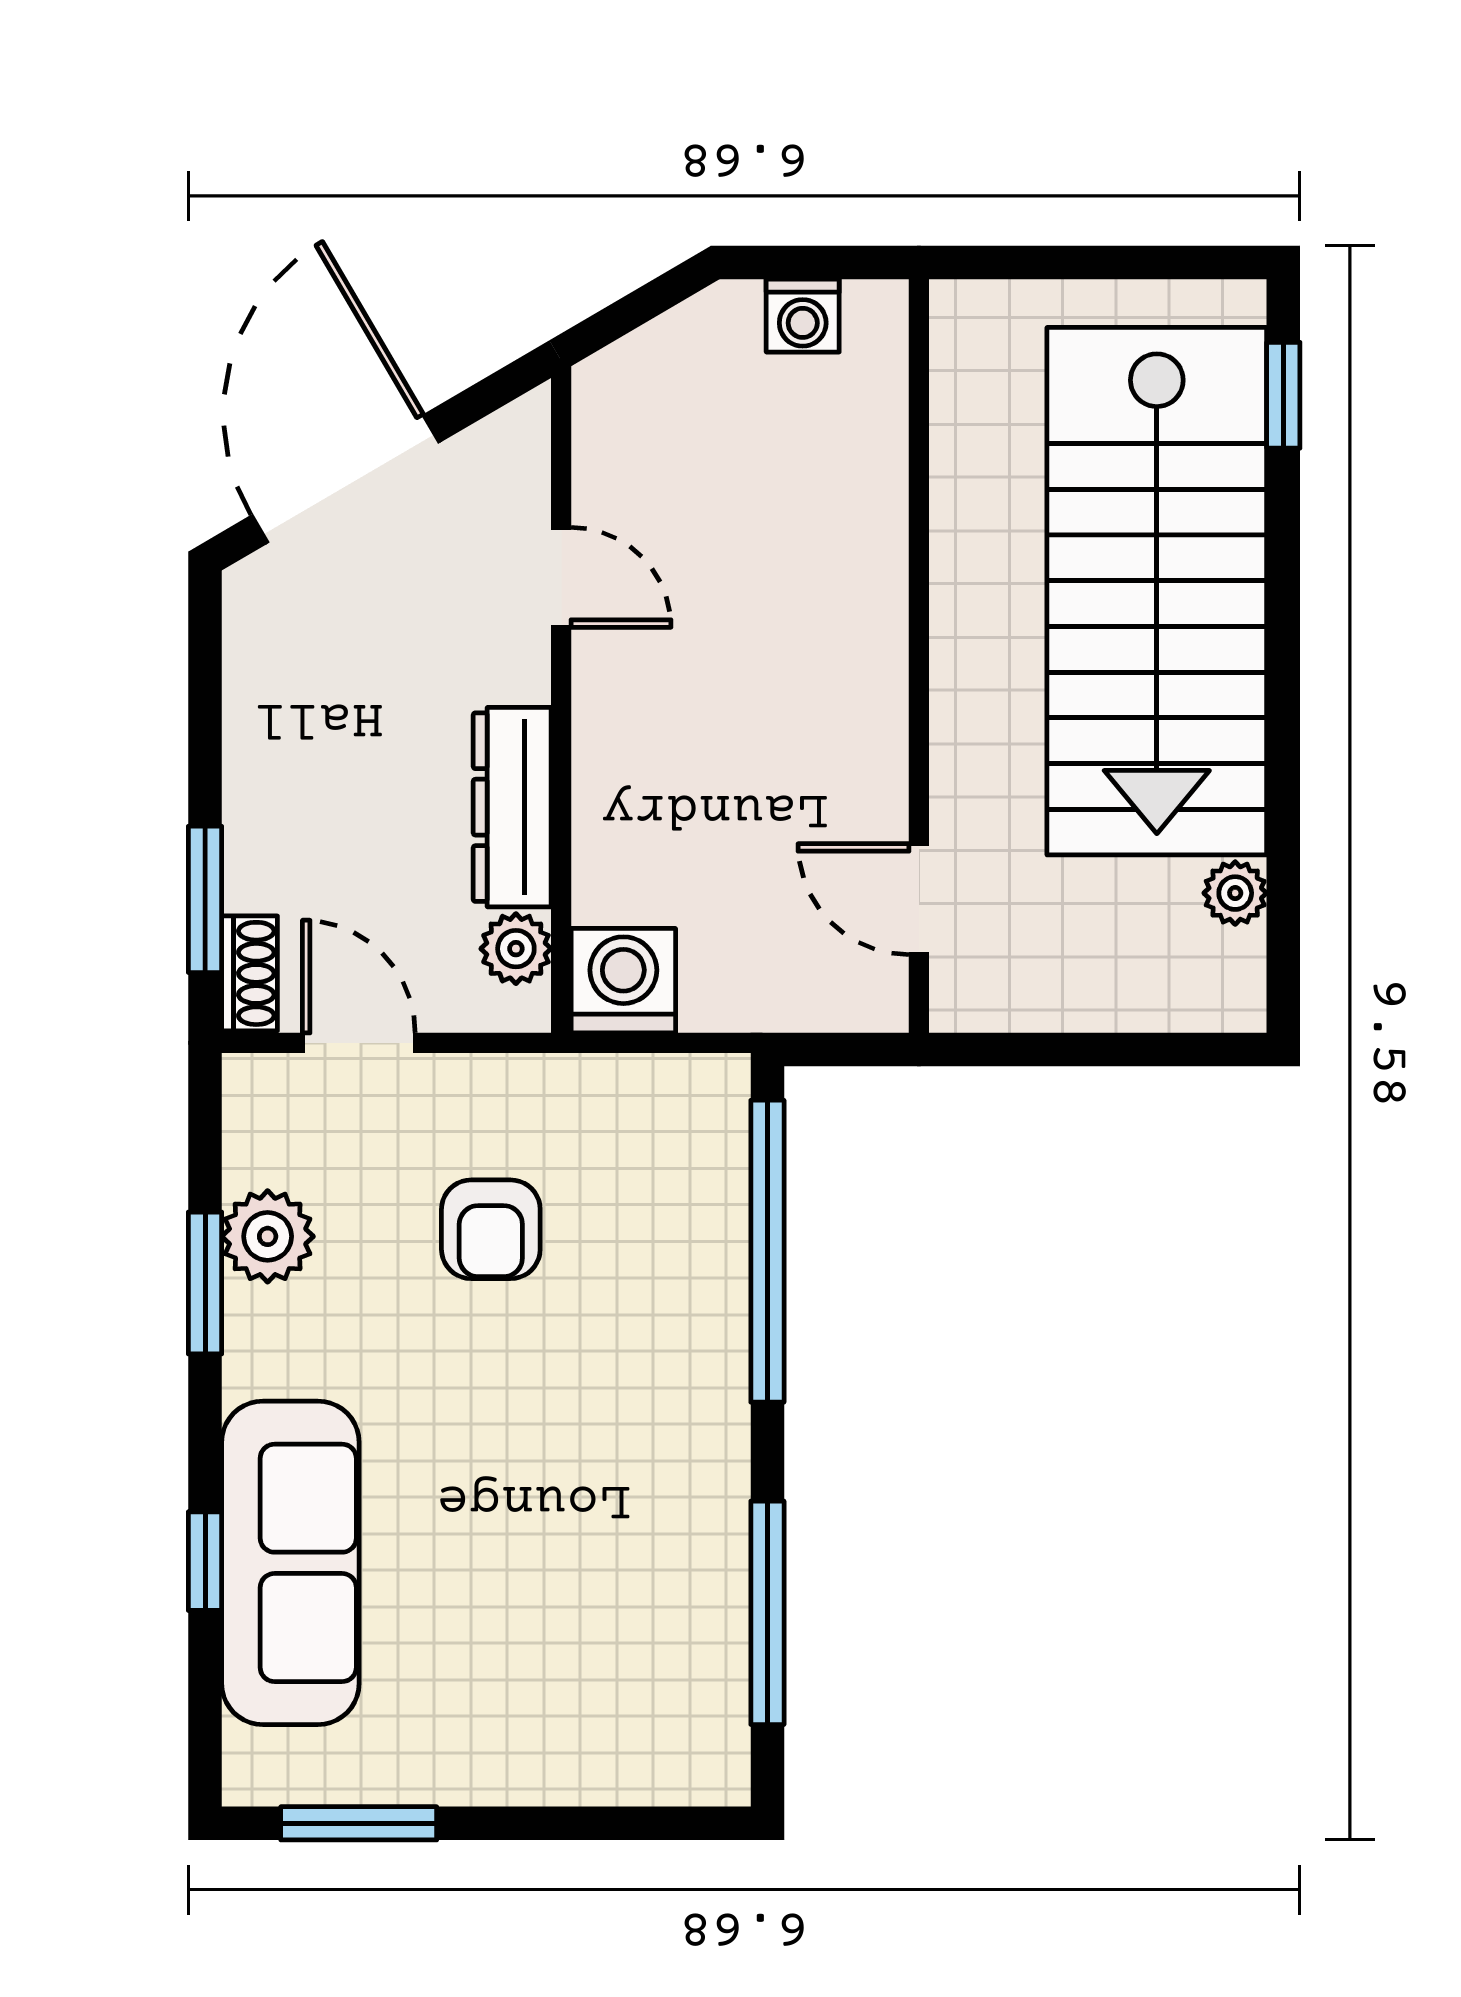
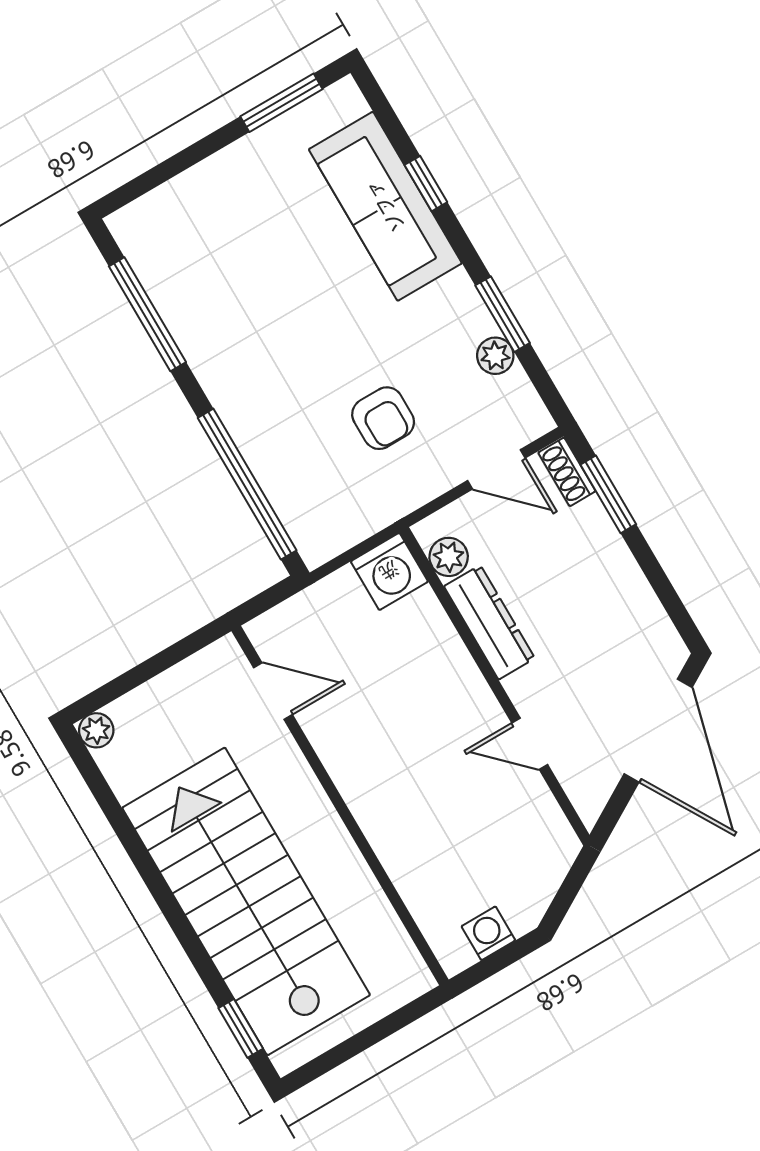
plant: (1235, 893) -> (96, 730), moved
armchair: (491, 1229) -> (383, 418), turned 180
plant: (268, 1236) -> (495, 356), width x0.73, depth x0.73

